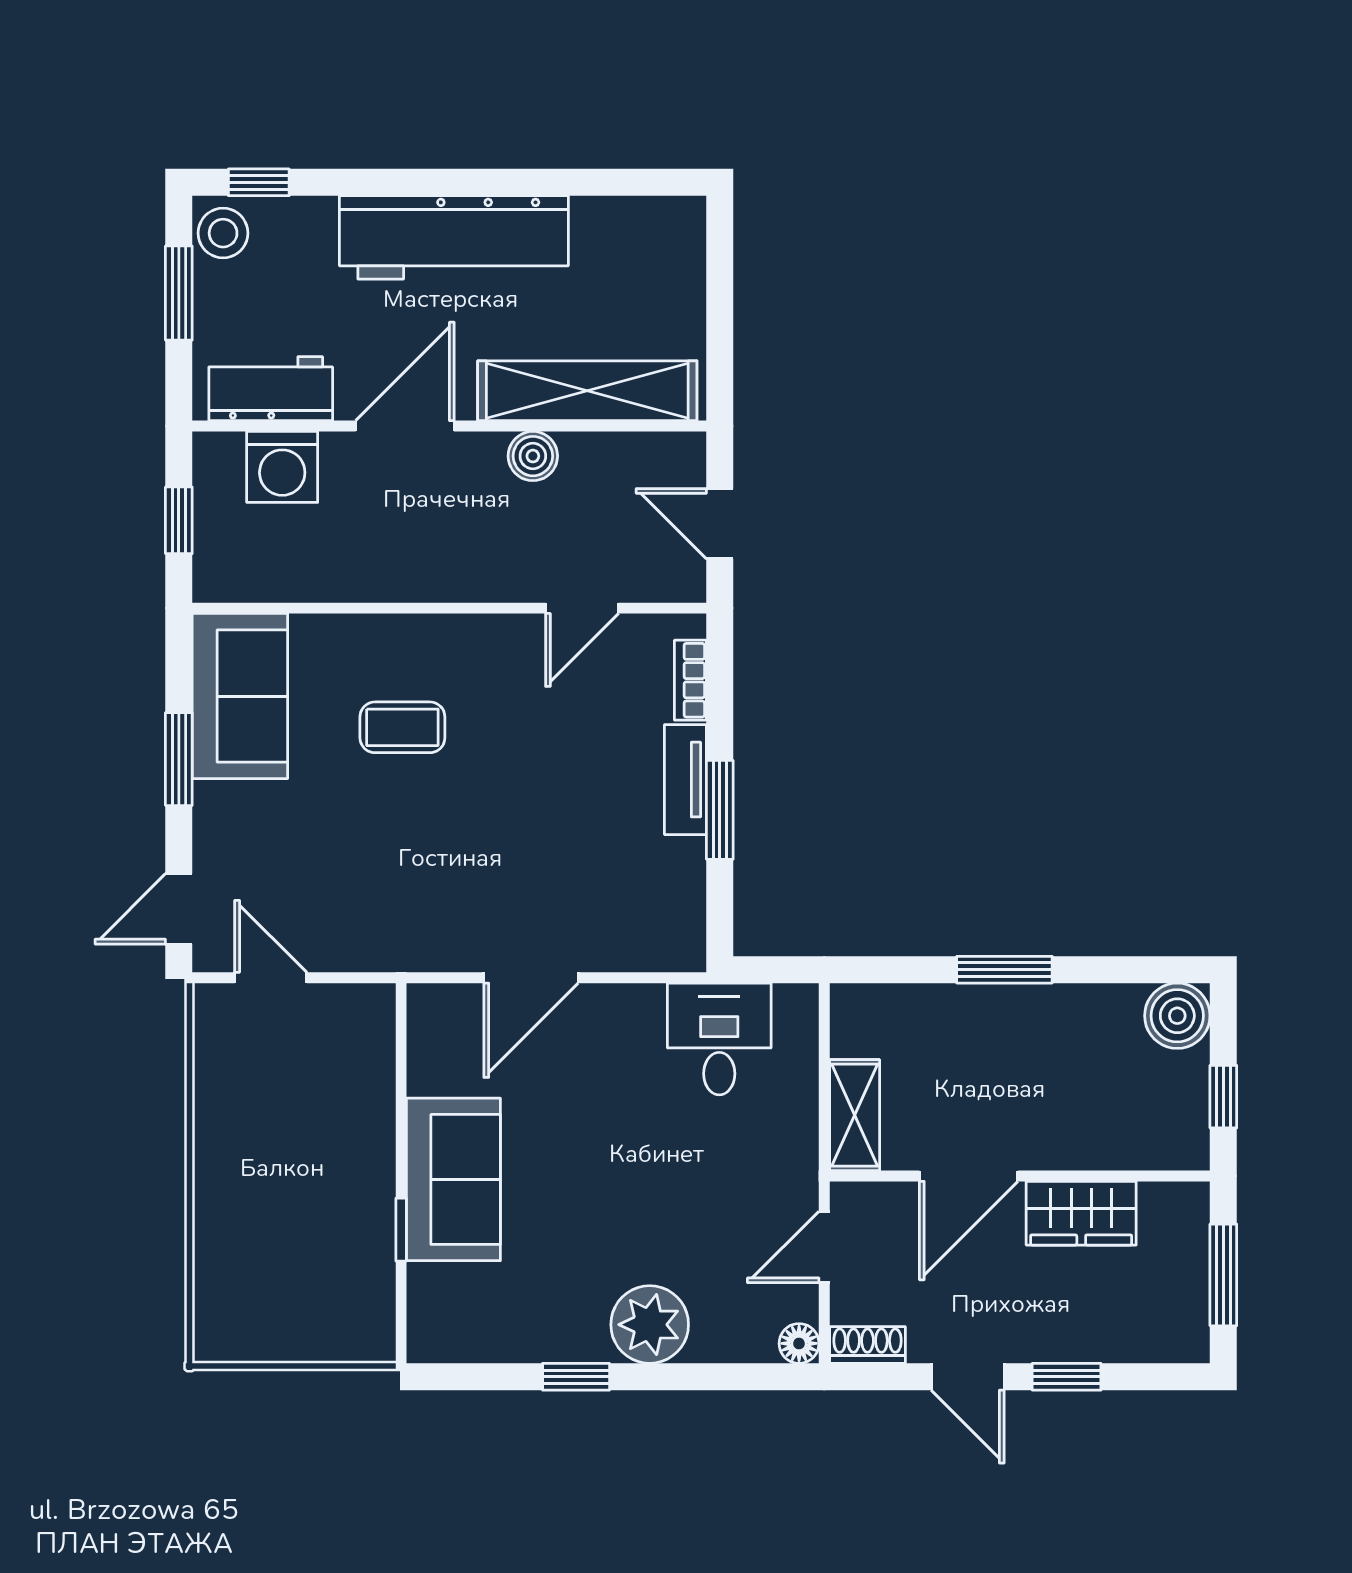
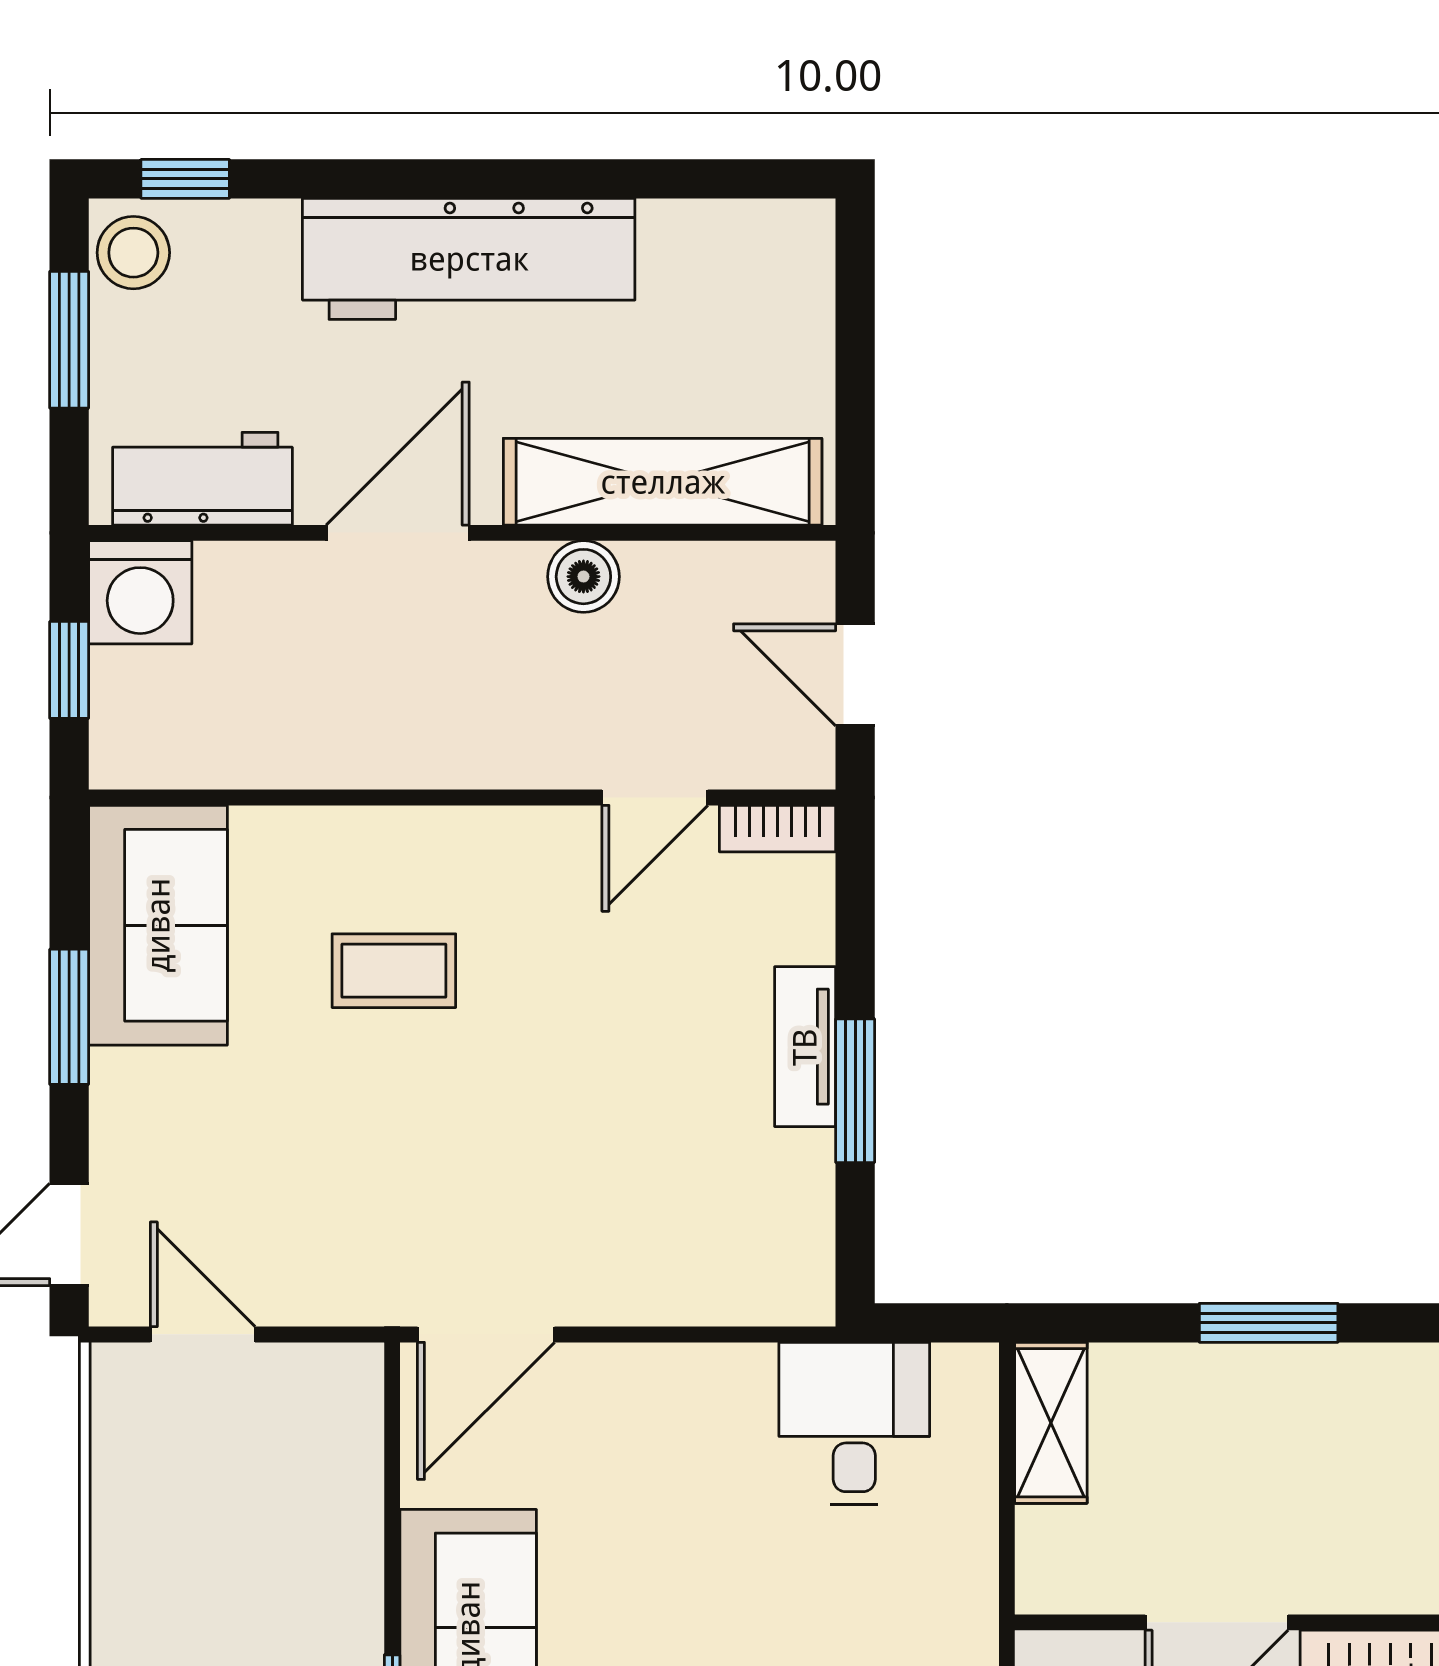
washing machine: (282, 467) -> (140, 592), moved
bookcase: (690, 680) -> (777, 829), moved, turned -90
door: (531, 978) -> (486, 1334), moved
shelving: (855, 1115) -> (1051, 1423), moved

